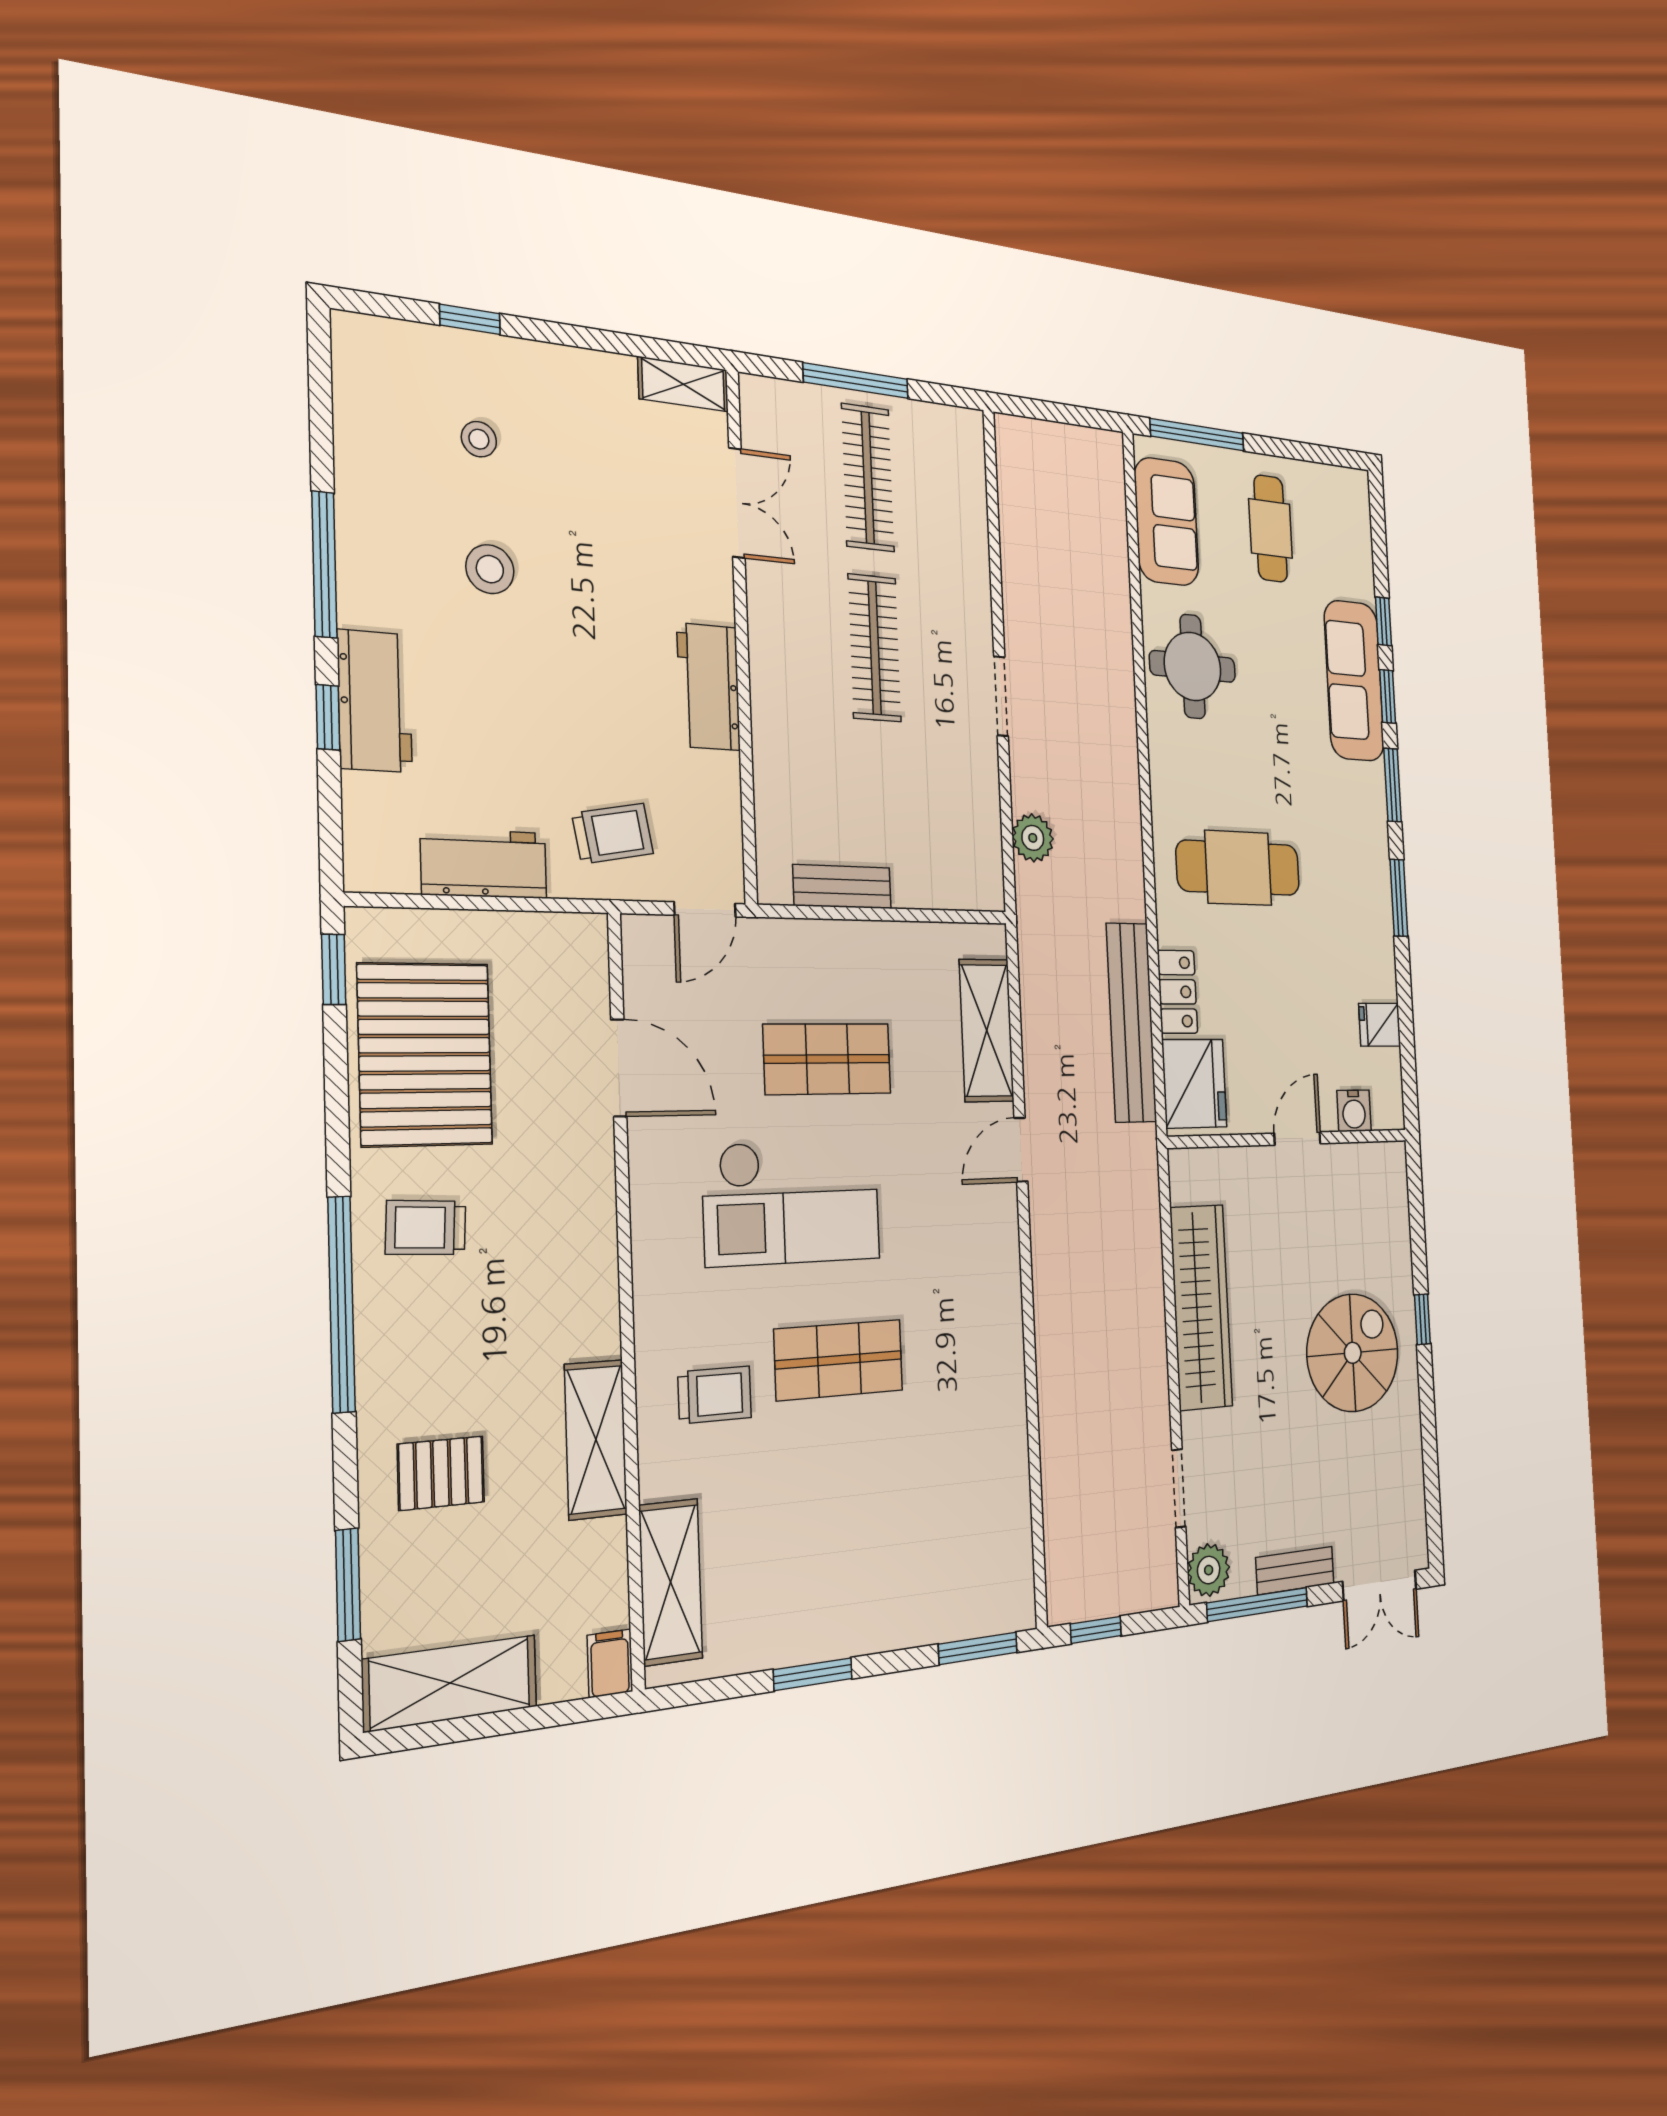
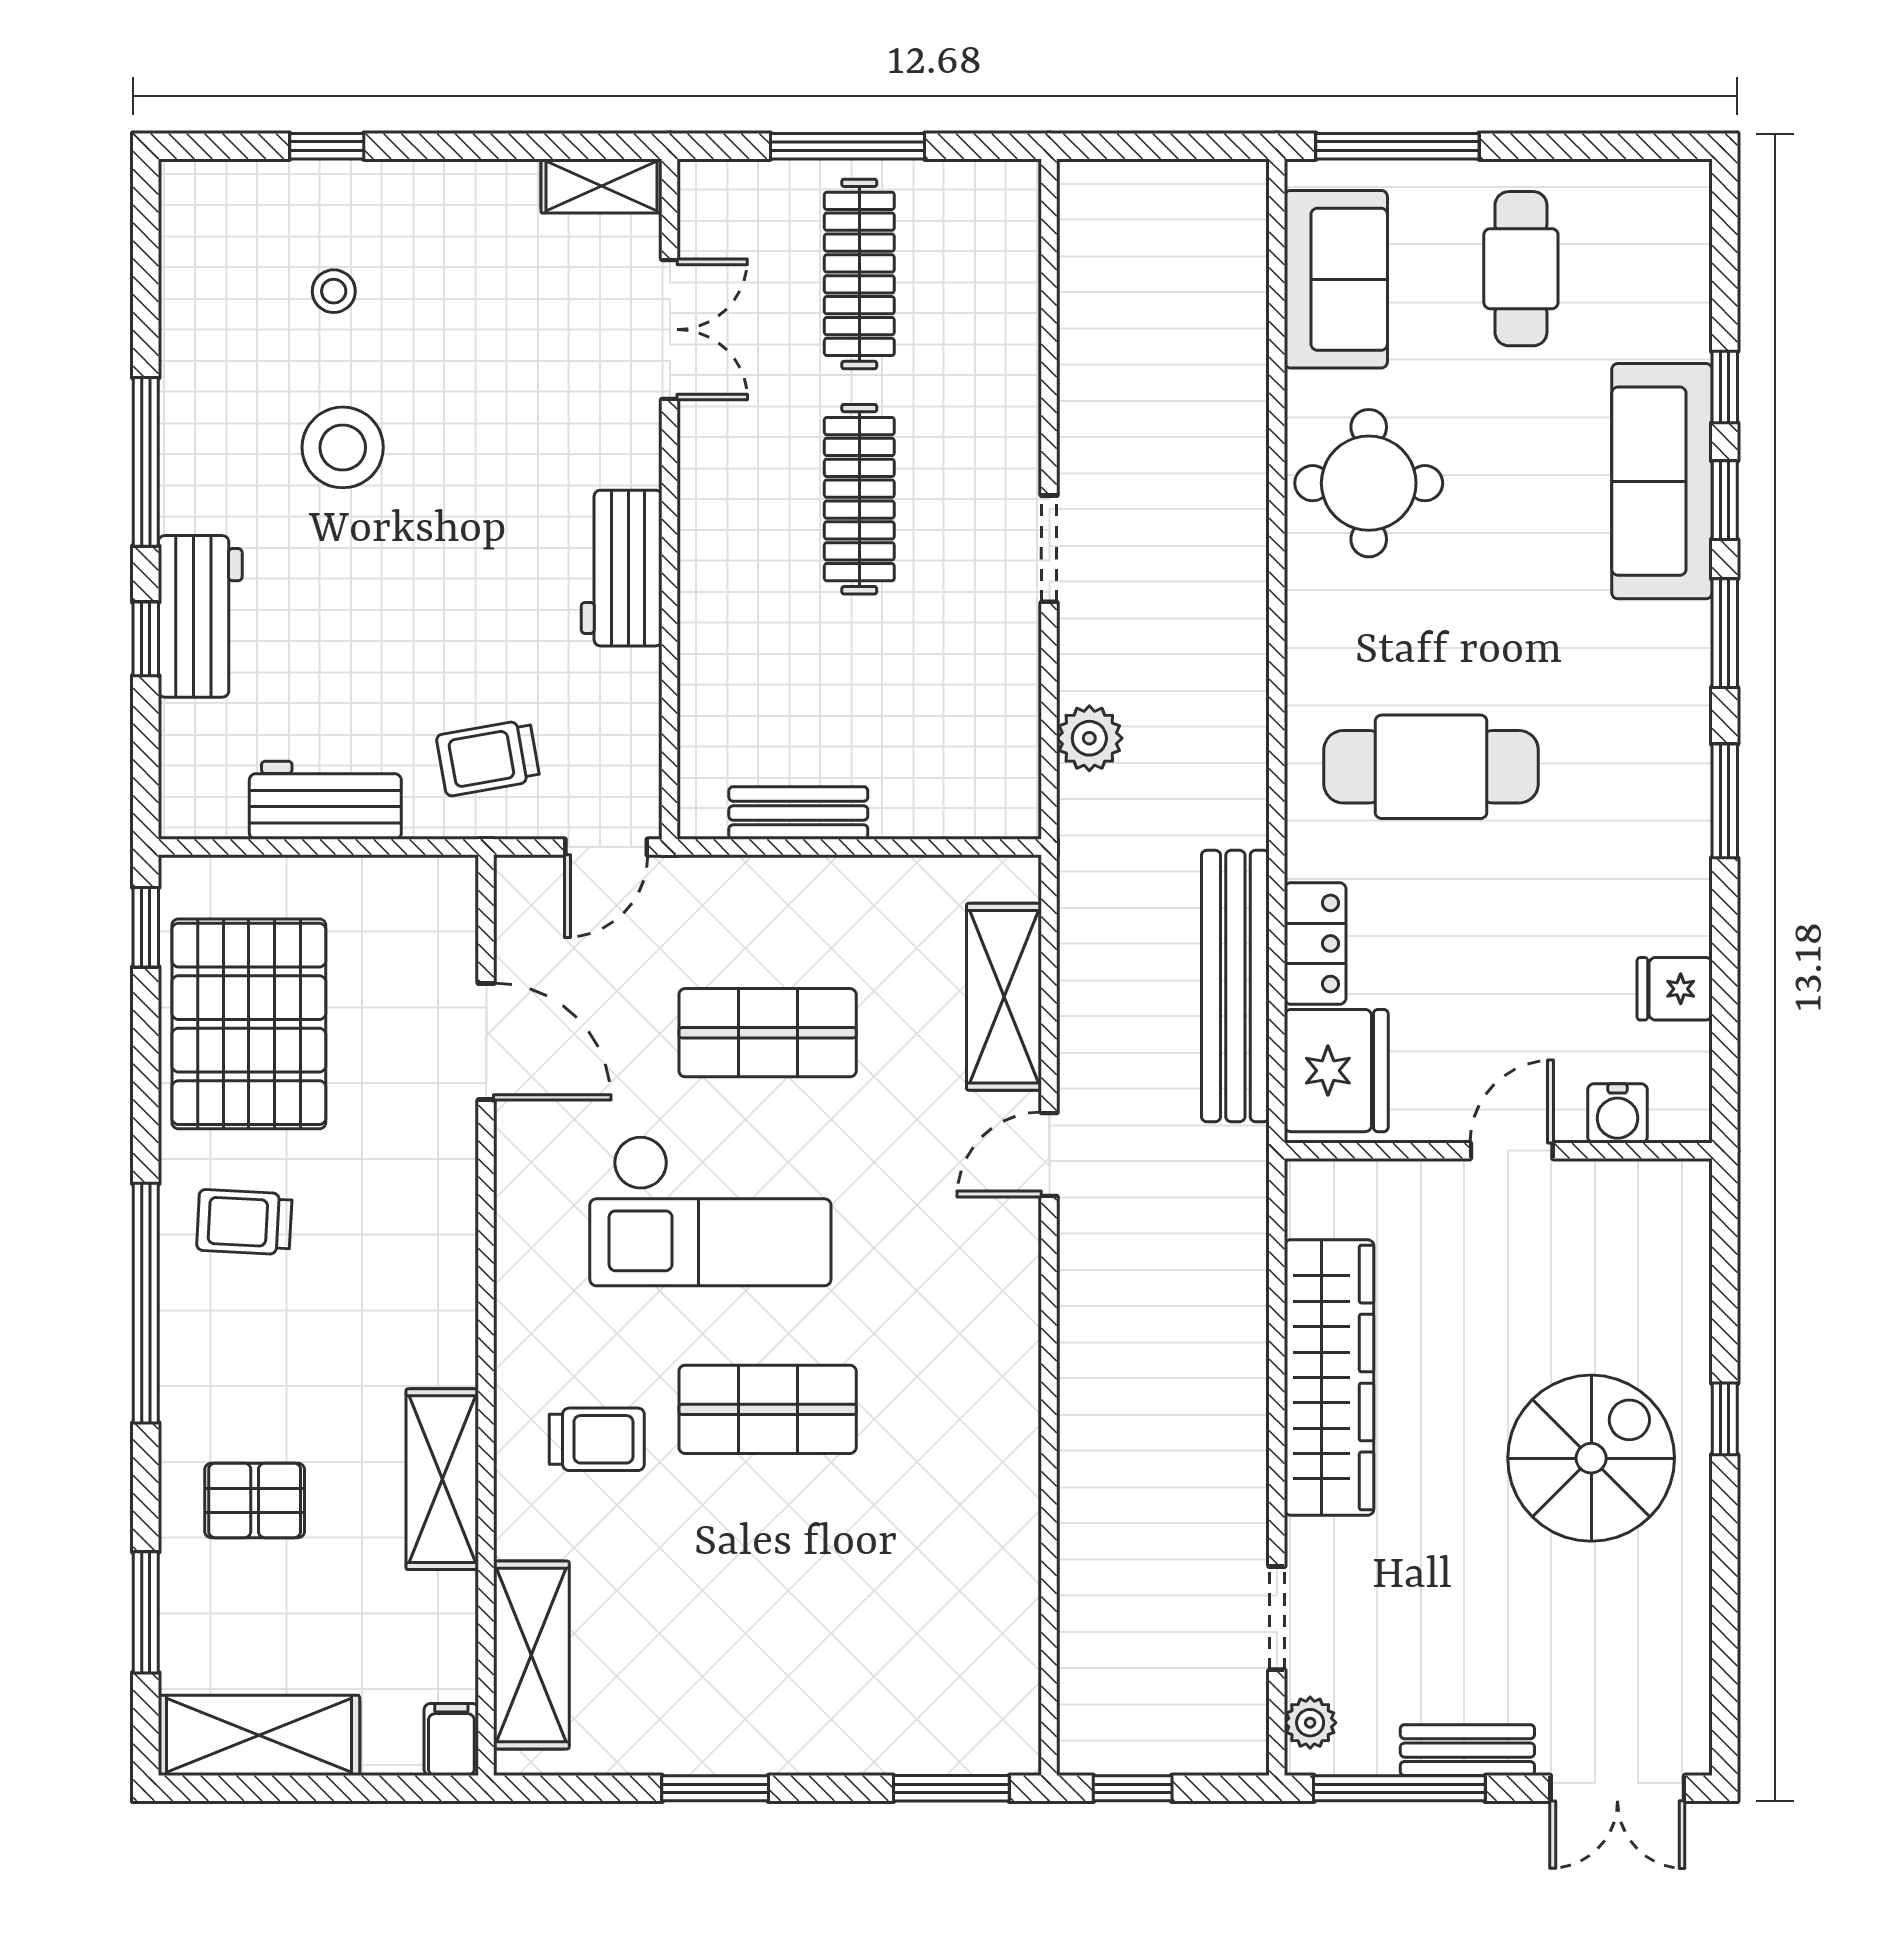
stool: (490, 569) -> (343, 447), width x1.38, depth x1.38
trolley: (613, 834) -> (488, 758), turned 180
plant: (1209, 1570) -> (1310, 1723), width x0.73, depth x0.73

